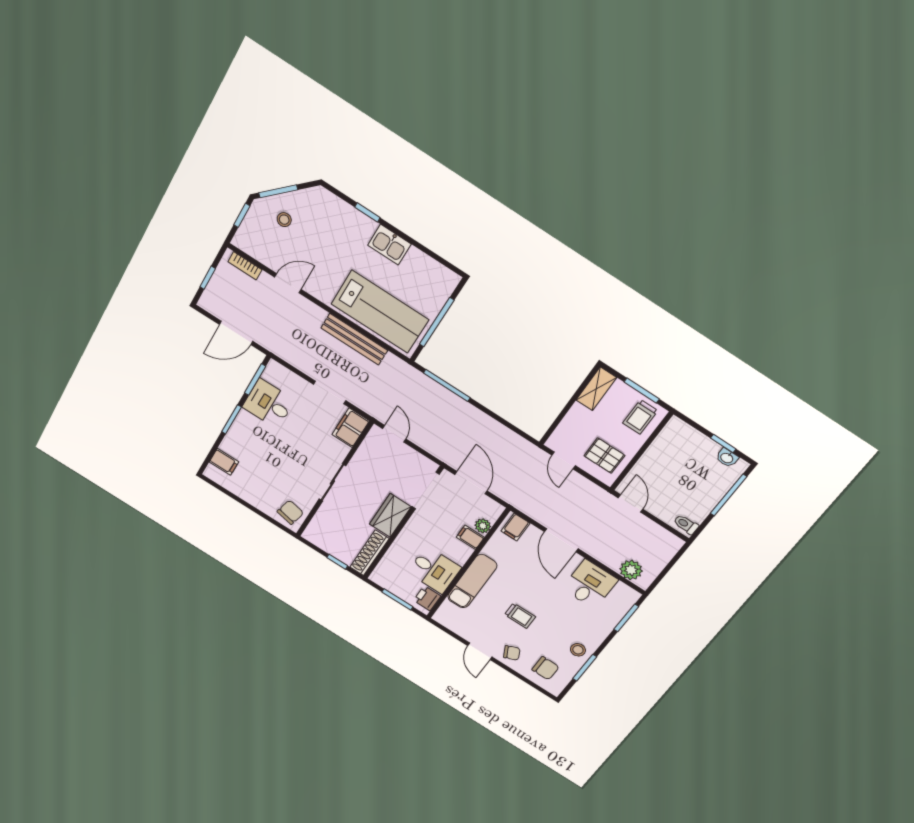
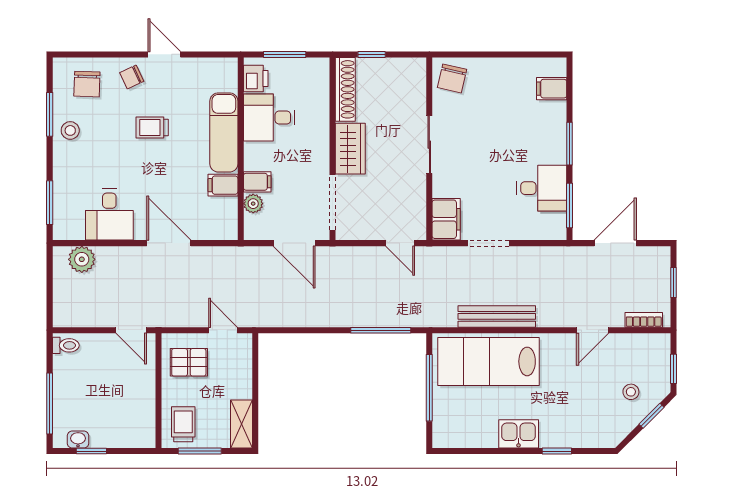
window: (278, 191) -> (652, 416), width x0.67
filing cabinet: (515, 527) -> (223, 185), moved, turned -90
chair: (545, 668) -> (87, 84), turned -88

